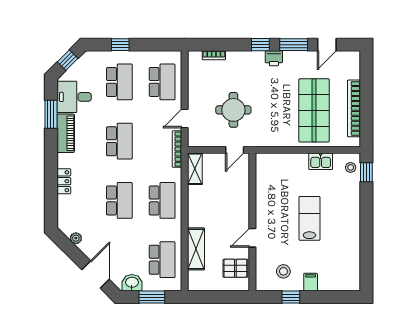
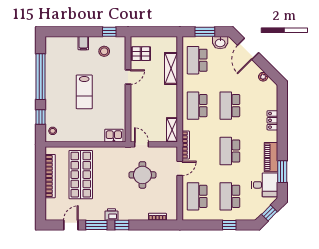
door: (235, 150) -> (141, 144), hinge flipped
kitchen sink: (321, 161) -> (114, 136), moved
window: (366, 172) -> (41, 117), moved
window: (366, 238) -> (41, 77), added
window: (291, 297) -> (109, 32), moved

